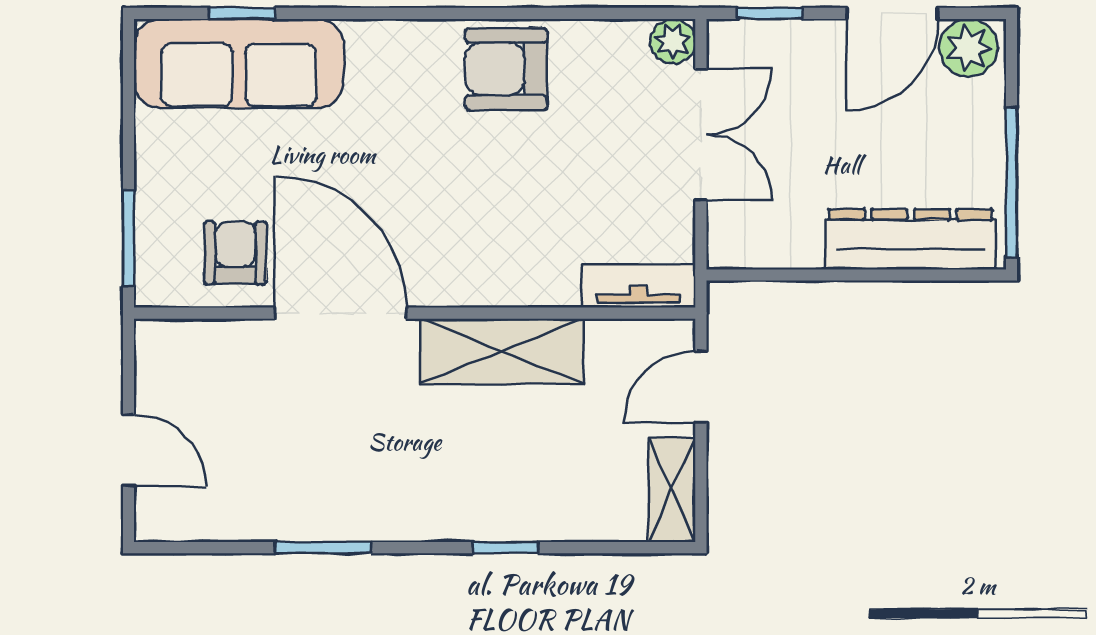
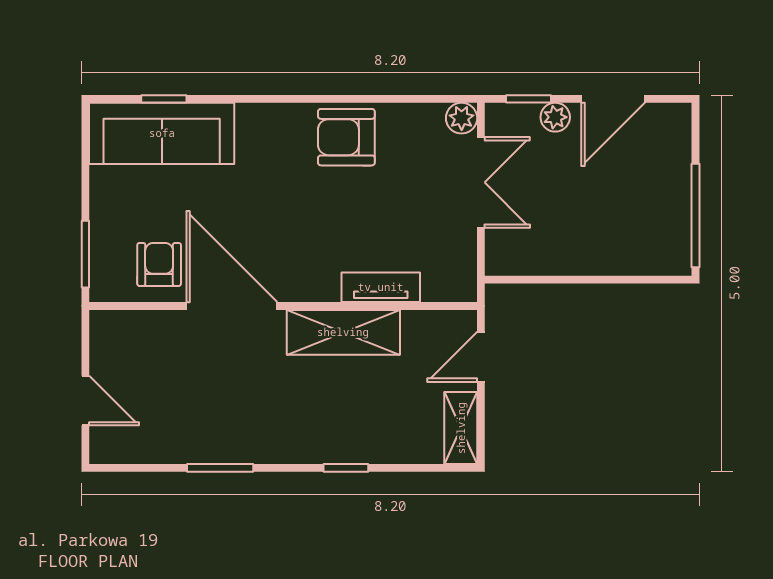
plant: (969, 48) -> (555, 117), moved, width x0.73, depth x0.73
dresser: (911, 239) -> (626, 255), removed
tv unit: (639, 286) -> (381, 287), moved

